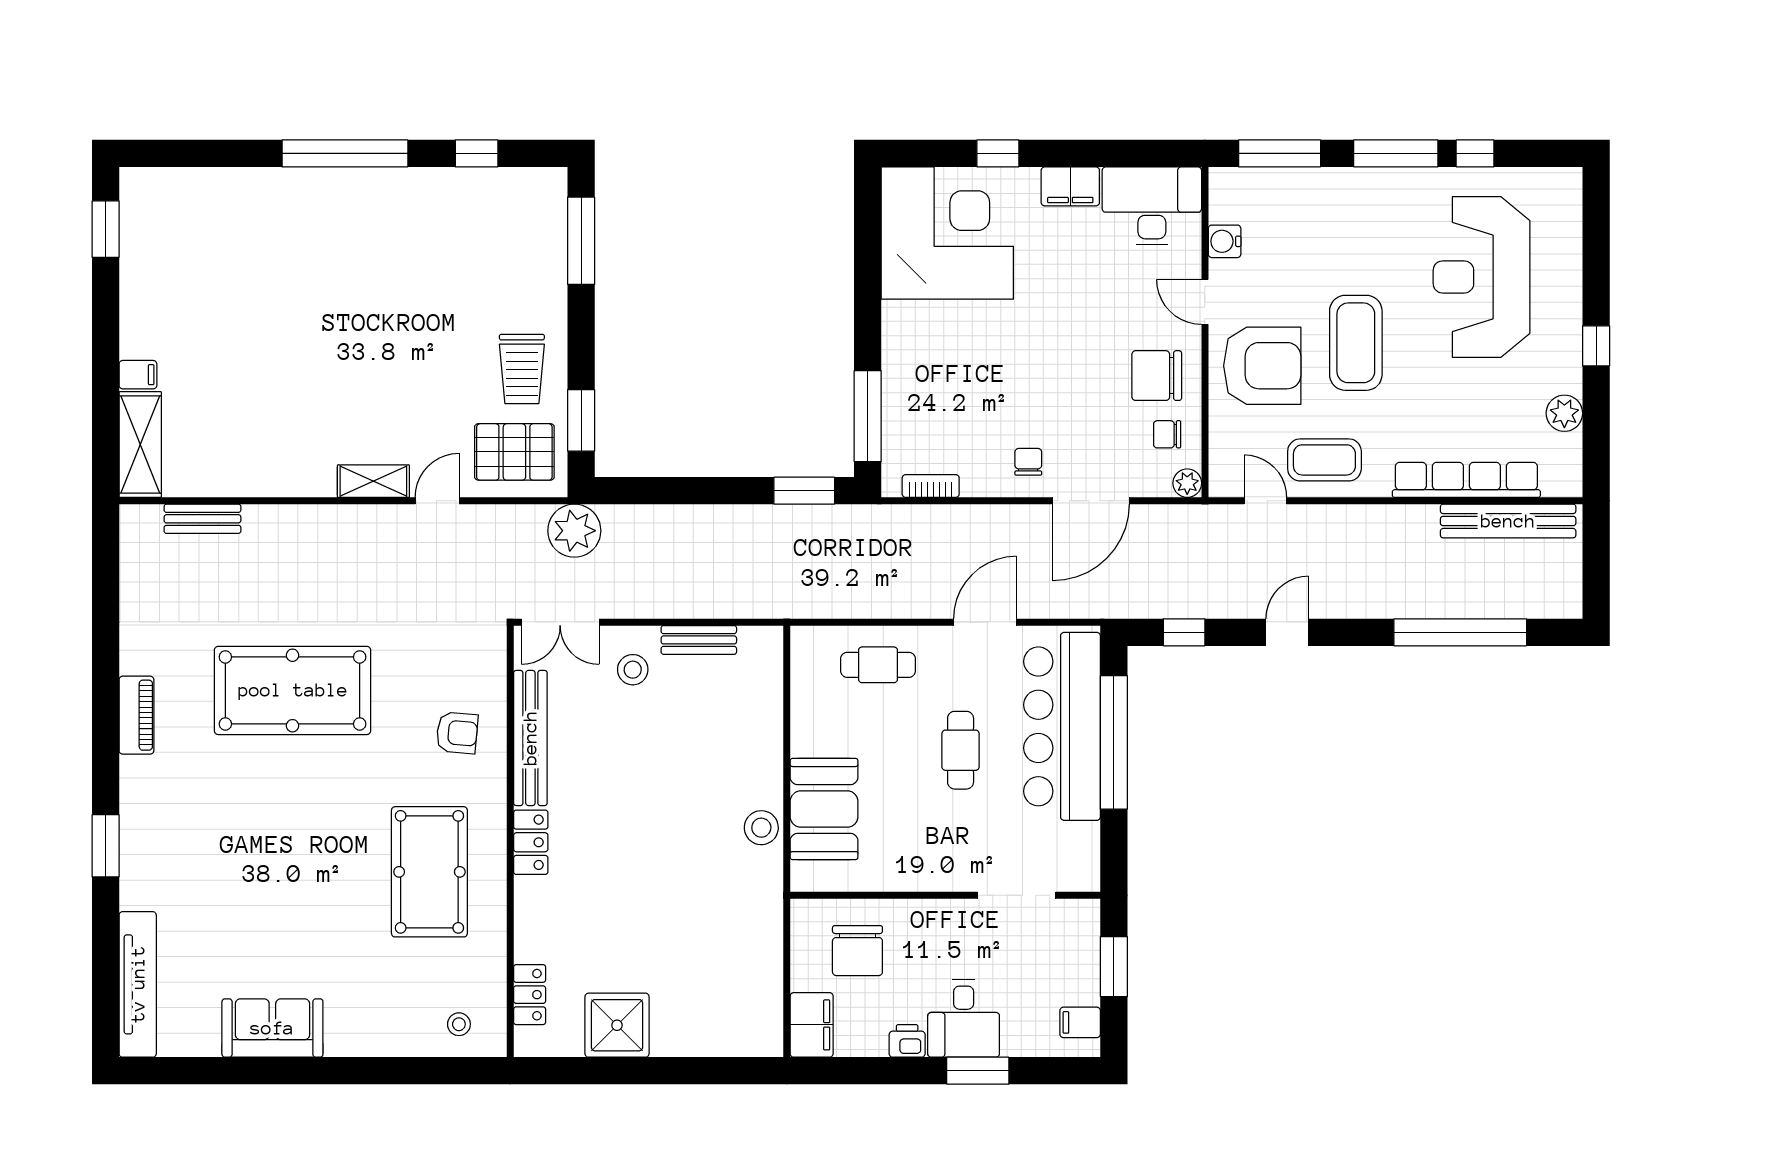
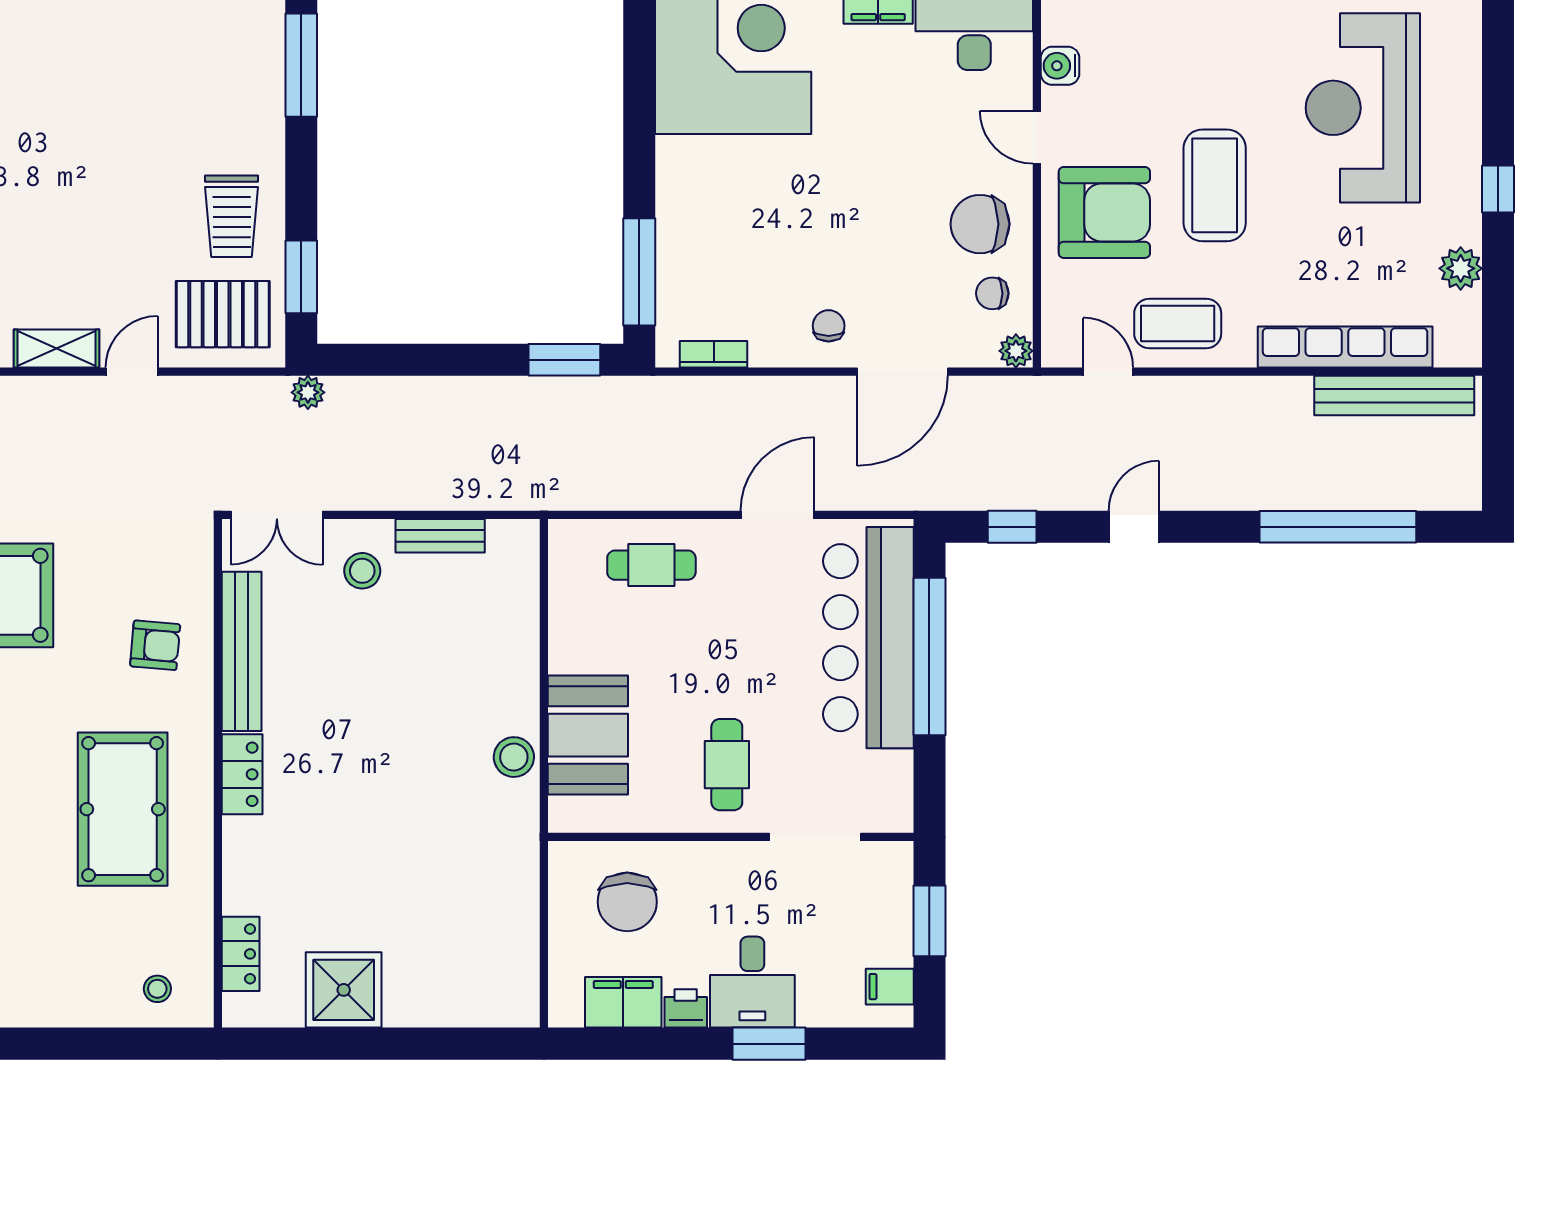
plant: (574, 531) -> (308, 392), width x0.53, depth x0.53
cafe table: (961, 750) -> (727, 765), moved
filing cabinet: (812, 1025) -> (623, 1002), moved, turned -90

